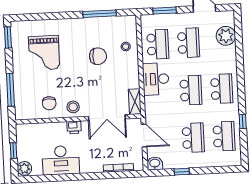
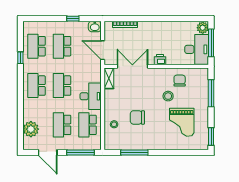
window: (165, 11) -> (81, 152), width x1.44
grand piano: (44, 53) -> (182, 122), turned 180
stool: (73, 107) -> (168, 96), moved
window: (13, 151) -> (211, 43), width x2.17
desk: (61, 160) -> (197, 49), moved, turned 90

